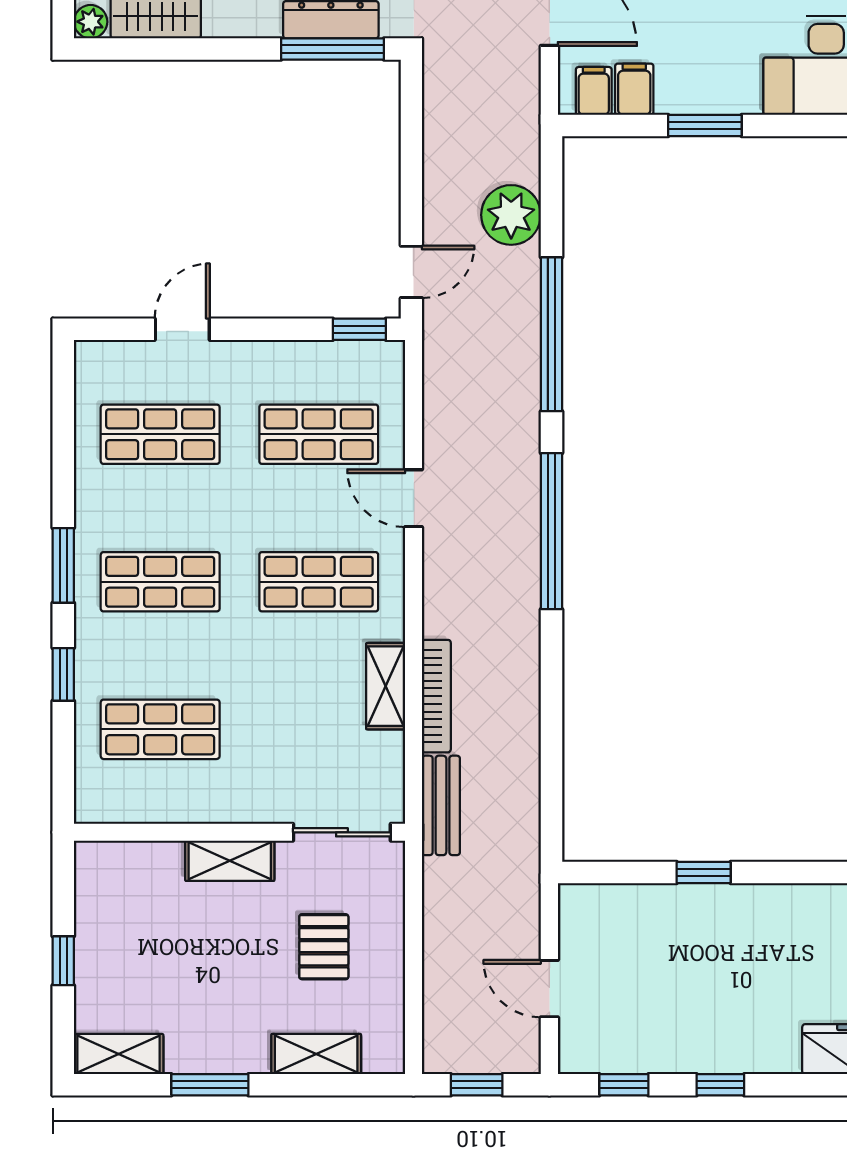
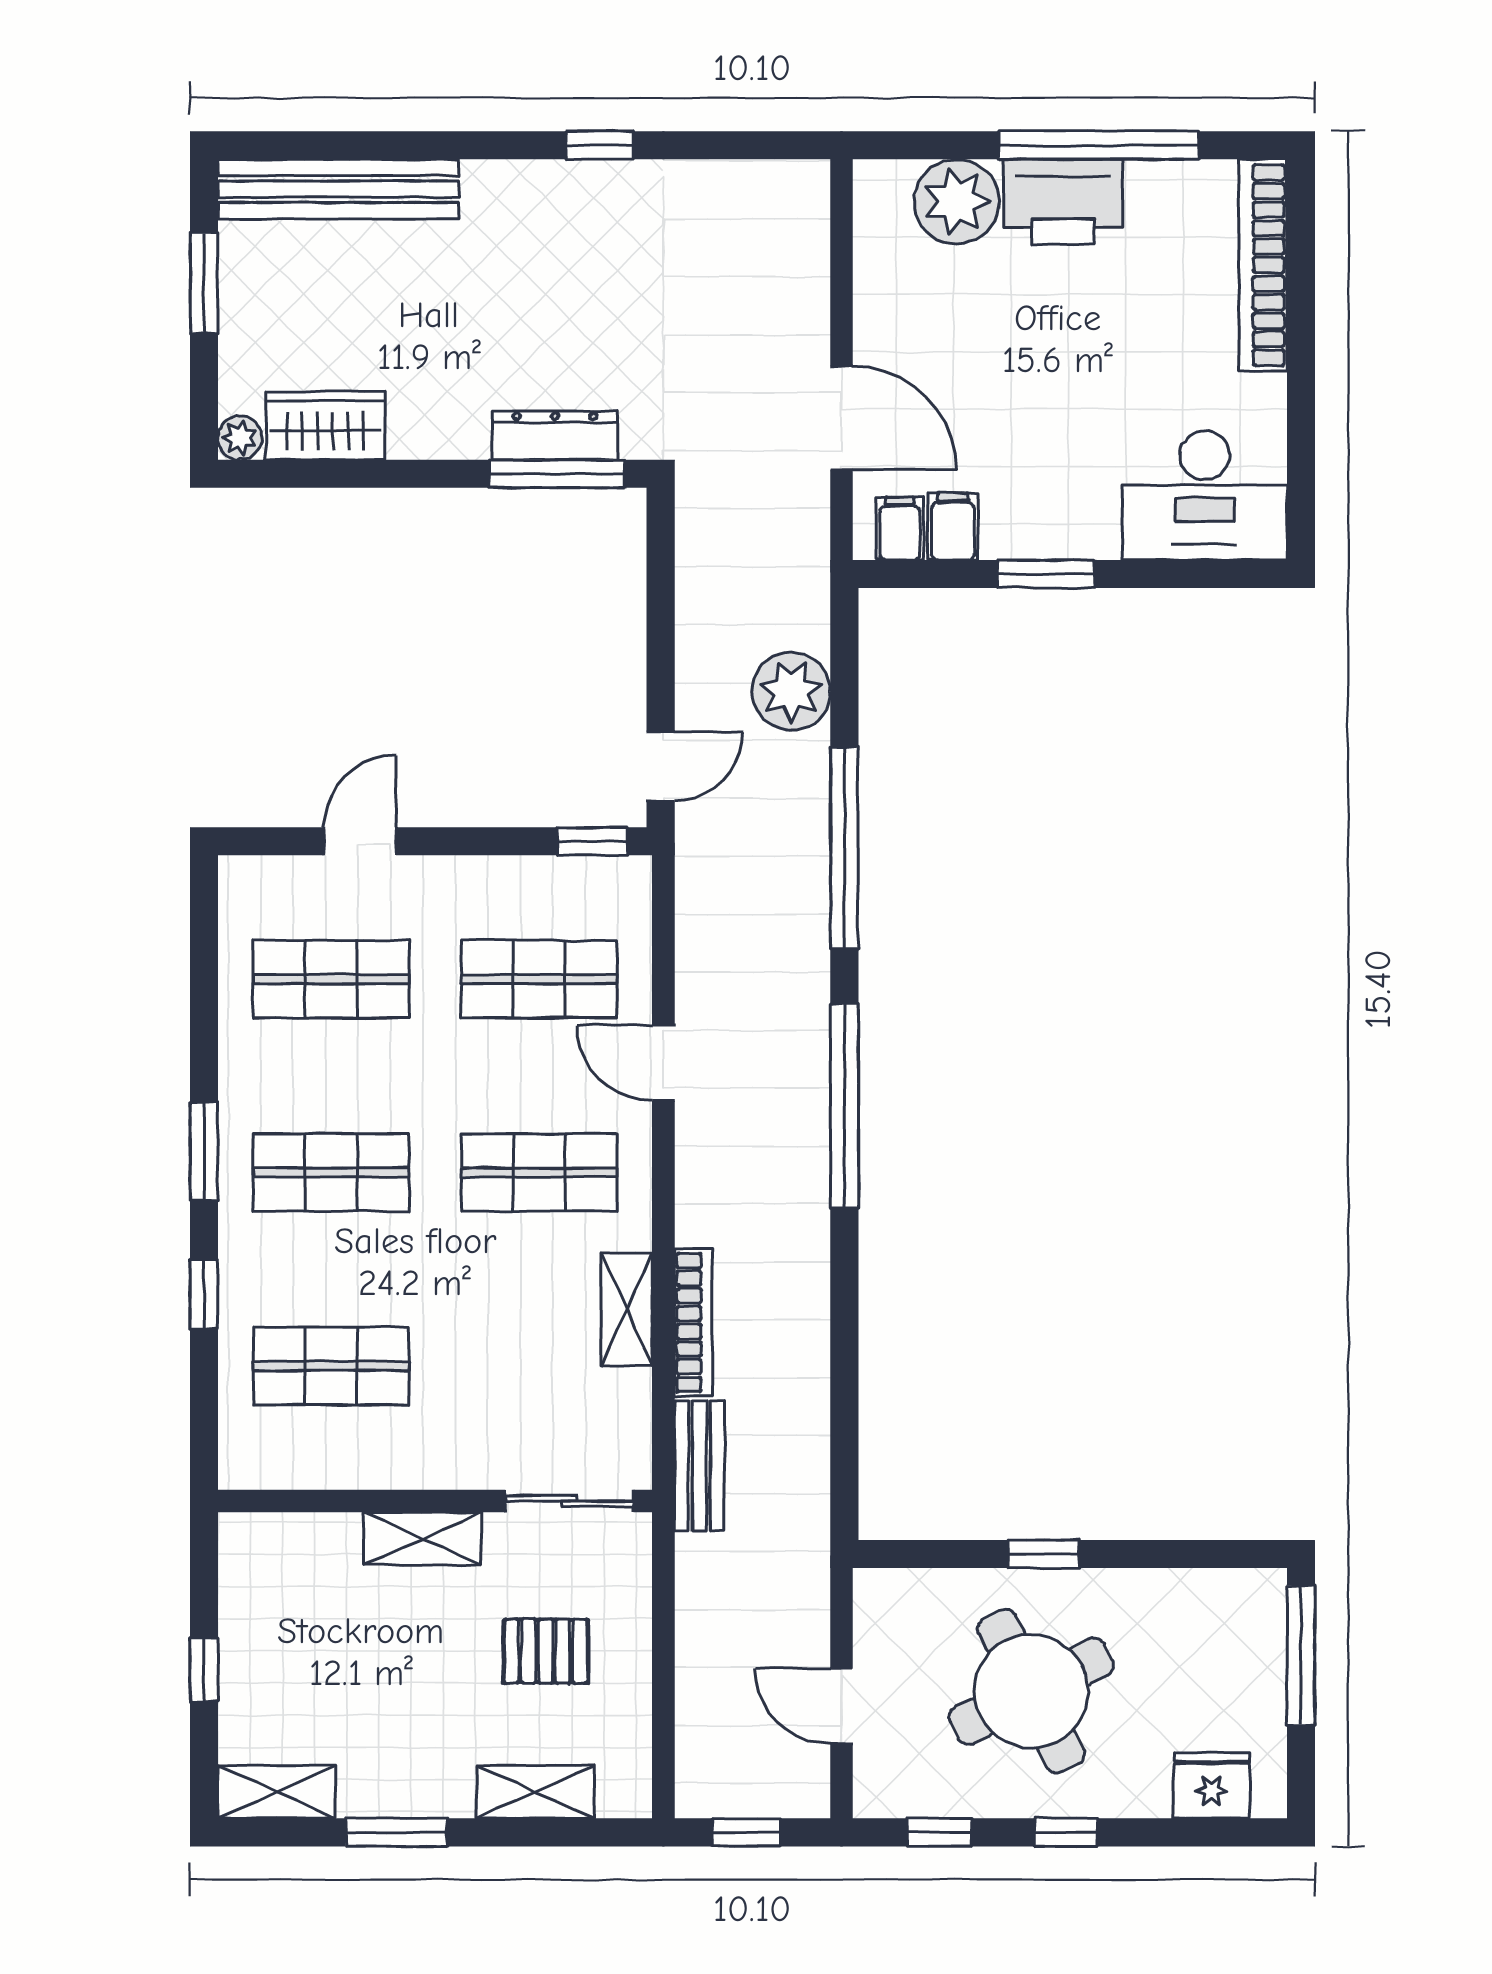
pallet: (324, 947) -> (546, 1651), turned 90
round table: (694, 977) -> (1031, 1691), added

